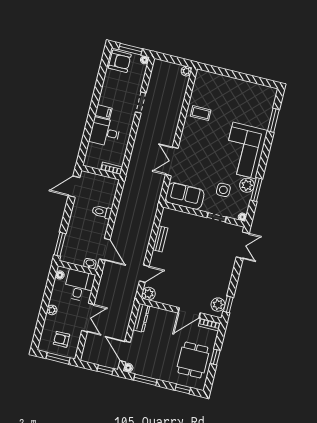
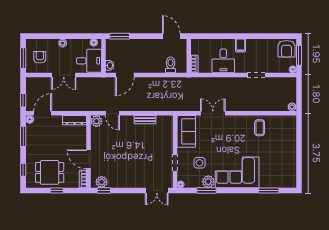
desk: (105, 132) -> (223, 61), moved, turned 180
toilet: (102, 212) -> (170, 65), moved

